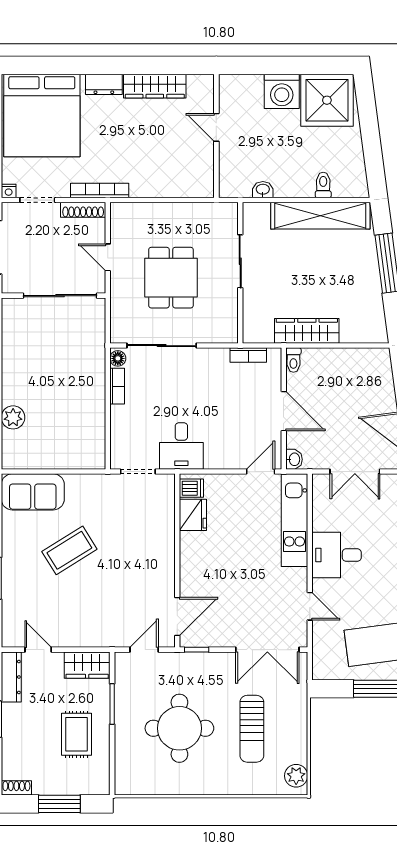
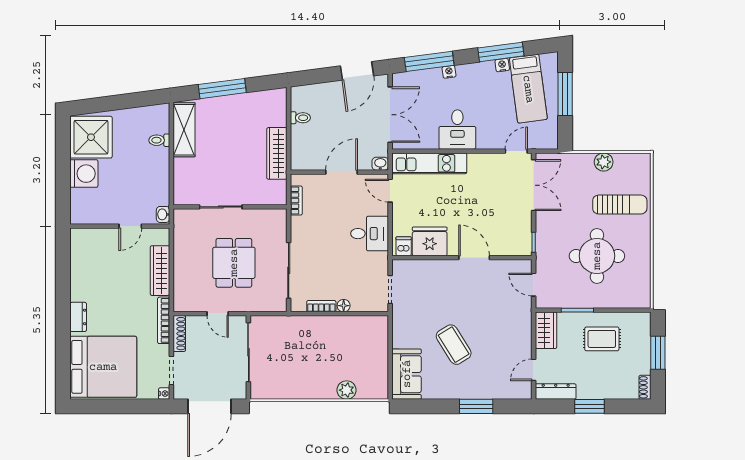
wardrobe: (155, 86) -> (160, 271), moved, turned 180
door: (216, 127) -> (130, 226), moved
washbasin: (263, 190) -> (163, 214), moved
shelving: (320, 216) -> (184, 130), width x0.68
door: (108, 257) -> (218, 314), hinge flipped
dining table: (171, 278) -> (234, 263), turned 90
floor lamp: (118, 358) -> (344, 306), moved
toilet: (293, 360) -> (300, 118), moved
desk: (181, 446) -> (370, 234), moved
double door: (355, 472) -> (390, 115), width x1.37
fridge: (193, 515) -> (430, 241), width x1.36, depth x1.34
door: (310, 606) -> (516, 151), moved
door: (177, 616) -> (474, 258), moved
sun lounger: (252, 729) -> (620, 205), moved
plant: (296, 776) -> (604, 162), moved

